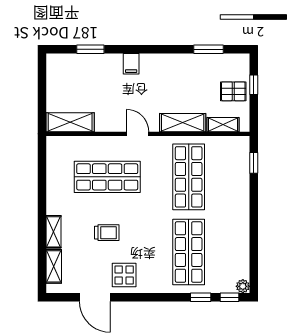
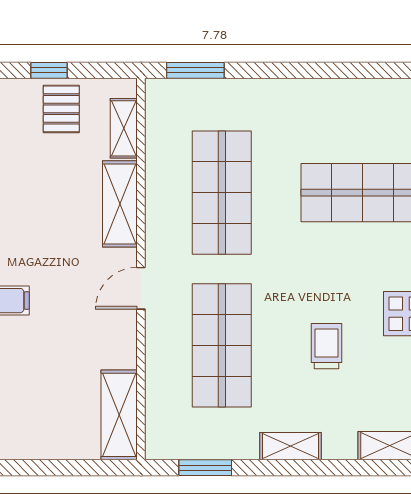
window: (254, 163) -> (195, 70), width x1.50
window: (42, 168) -> (205, 468), added
shop shelf: (189, 177) -> (222, 193), turned 90
shelving: (54, 232) -> (291, 446), moved

